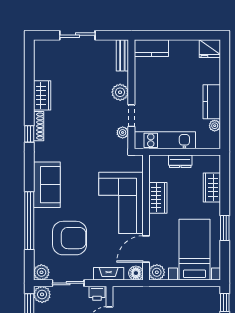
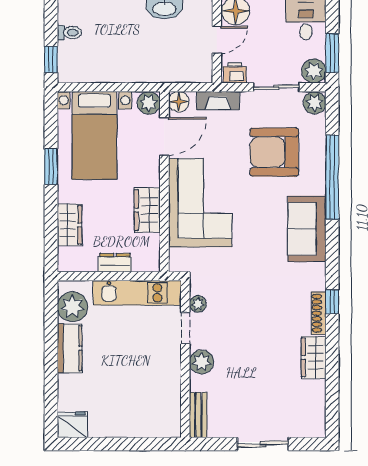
kitchen counter: (151, 48) -> (157, 425), removed
plant: (215, 126) -> (72, 307), width x1.88, depth x1.88

